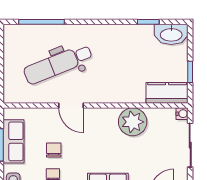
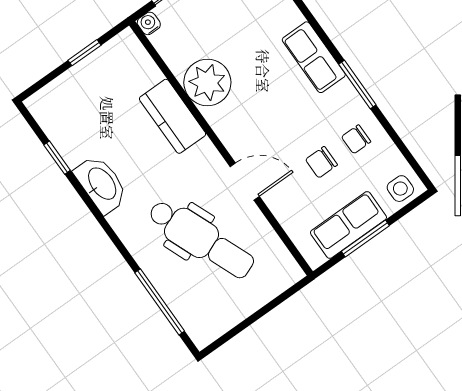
washbasin: (171, 34) -> (101, 184), moved
kitchen counter: (167, 93) -> (173, 116), moved
door: (71, 106) -> (245, 182), hinge flipped

